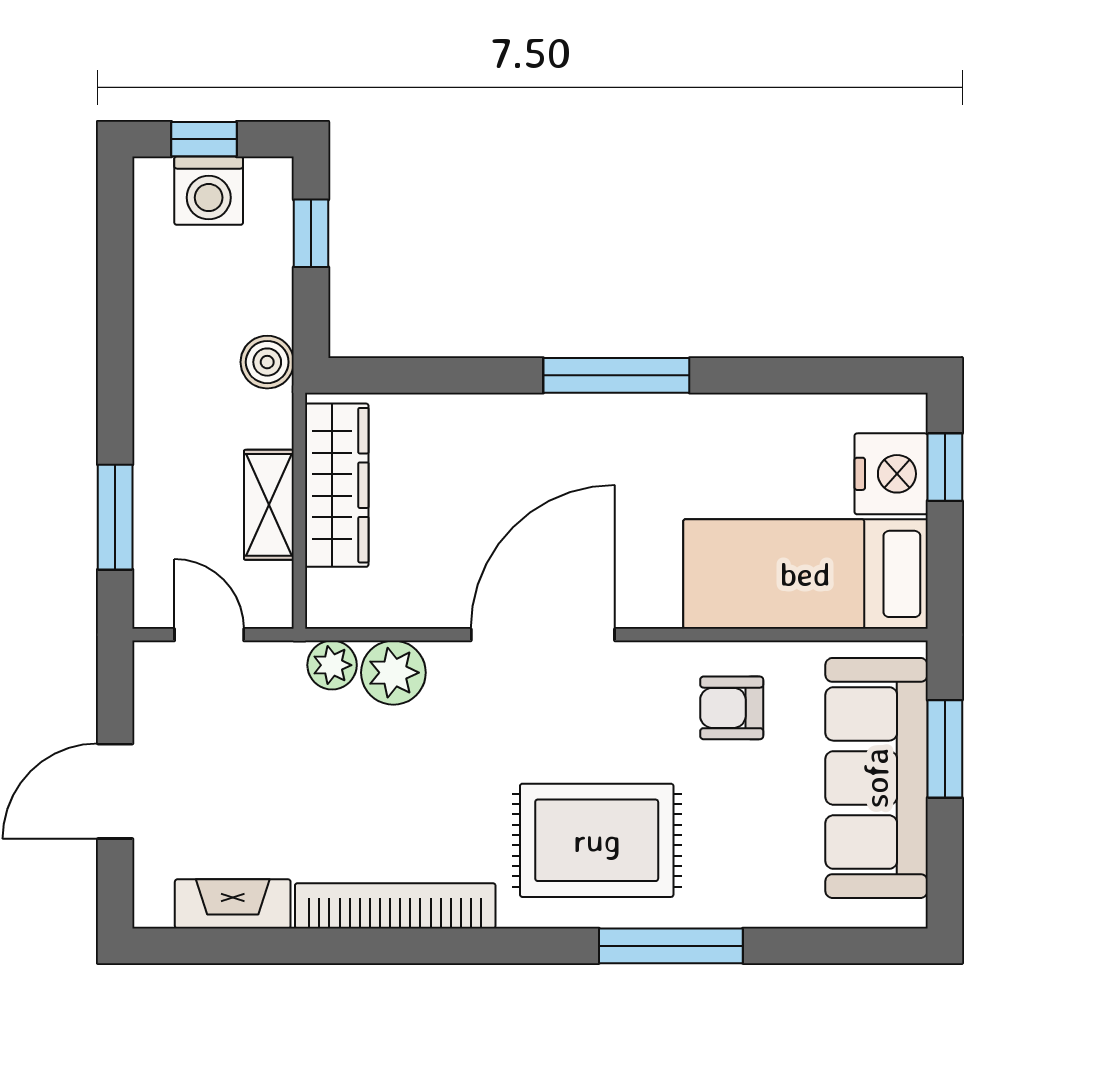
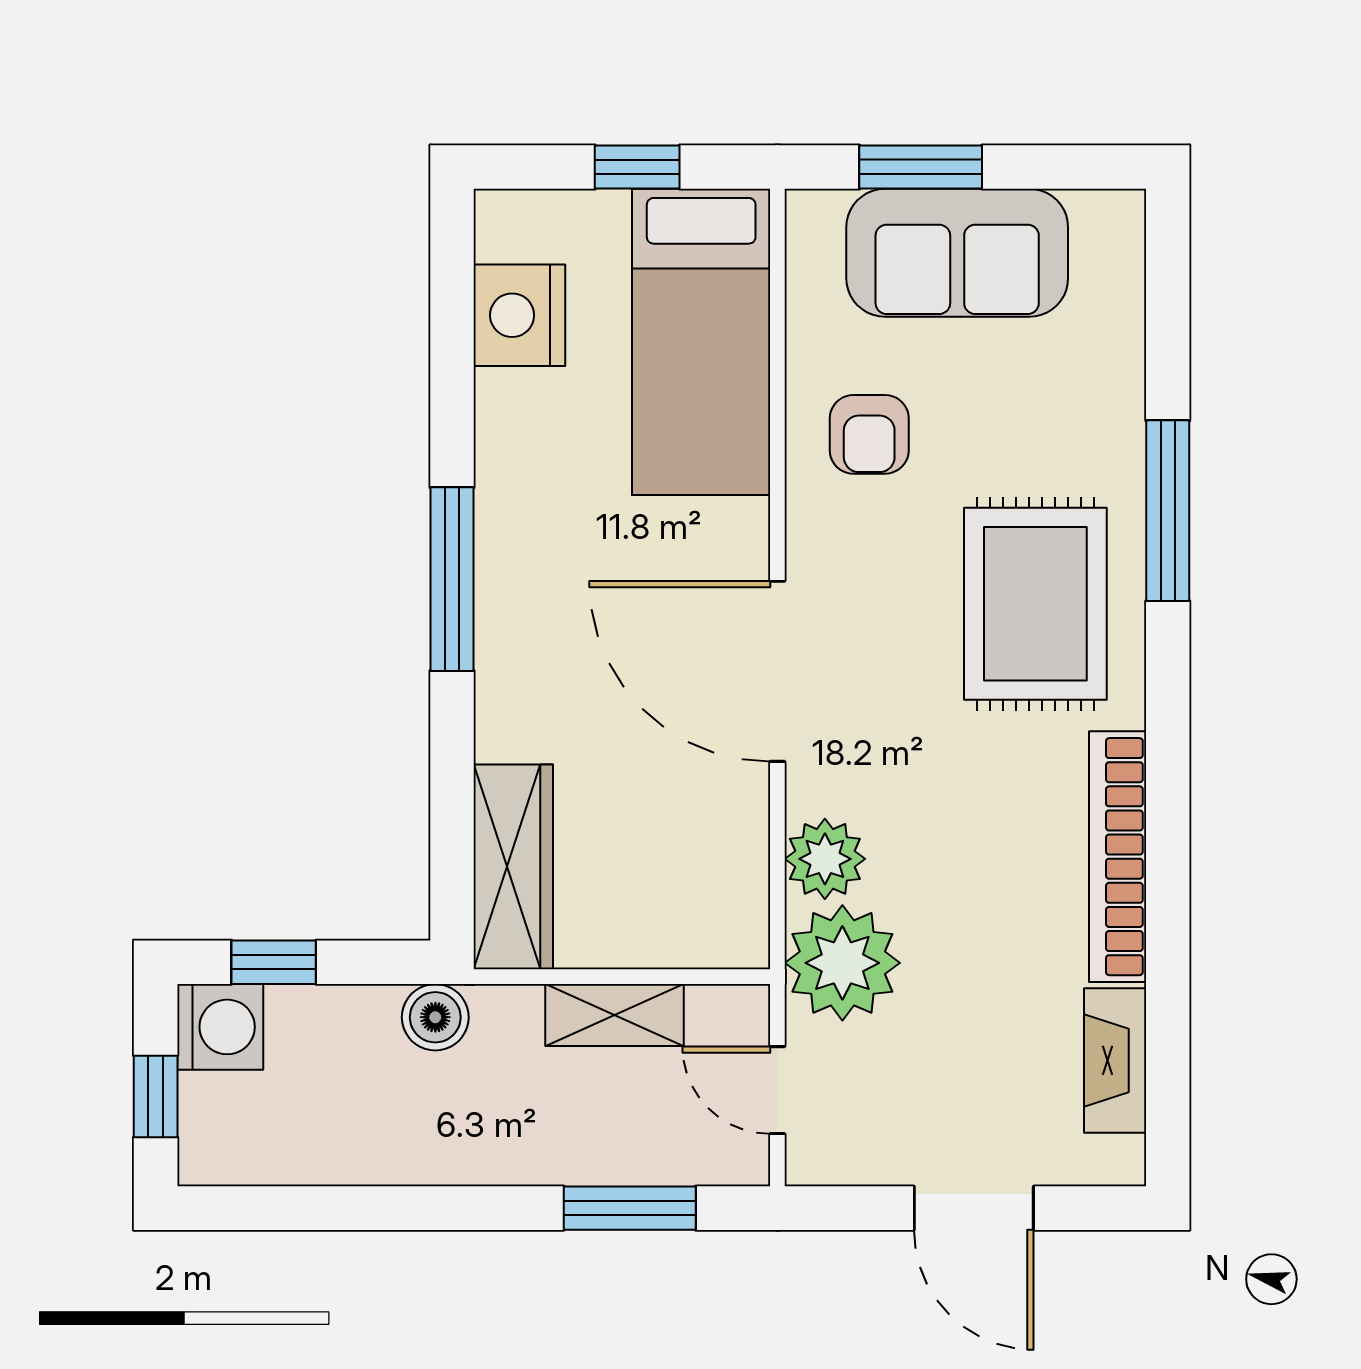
washing machine: (209, 191) -> (220, 1027), moved
window: (945, 467) -> (637, 167), moved
nightstand: (891, 474) -> (519, 315), moved, turned -90
wardrobe: (337, 485) -> (513, 867), moved, turned 90
door: (209, 635) -> (777, 1090), hinge flipped
plant: (332, 665) -> (842, 963), width x1.87, depth x1.87
sofa: (876, 778) -> (957, 253), width x0.73

